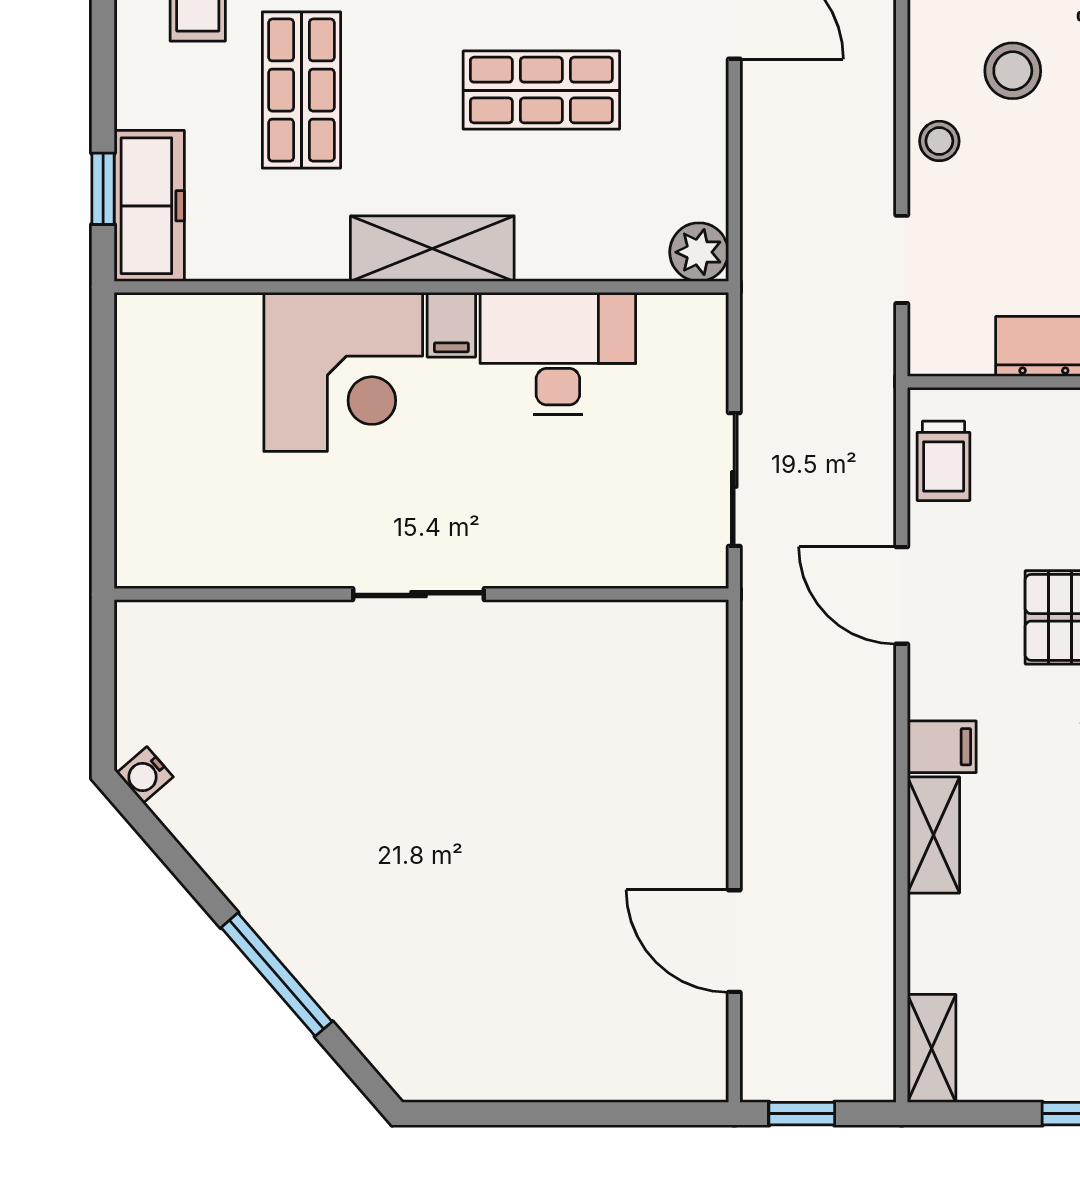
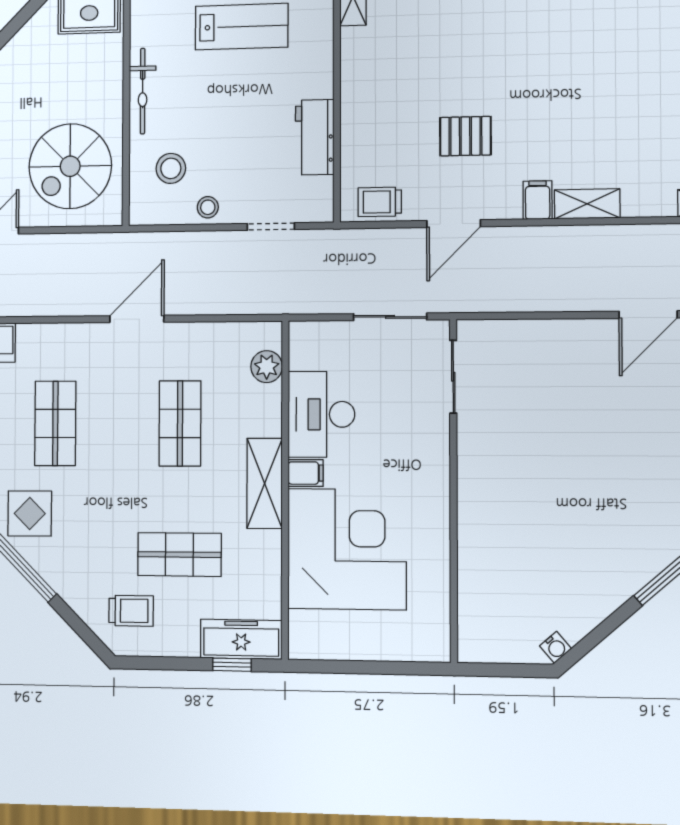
plant: (699, 252) -> (267, 367), moved
corner desk: (343, 372) -> (347, 549), width x1.36, depth x1.36
trolley: (944, 461) -> (380, 202), turned 180
sliding door: (419, 594) -> (453, 377), moved

